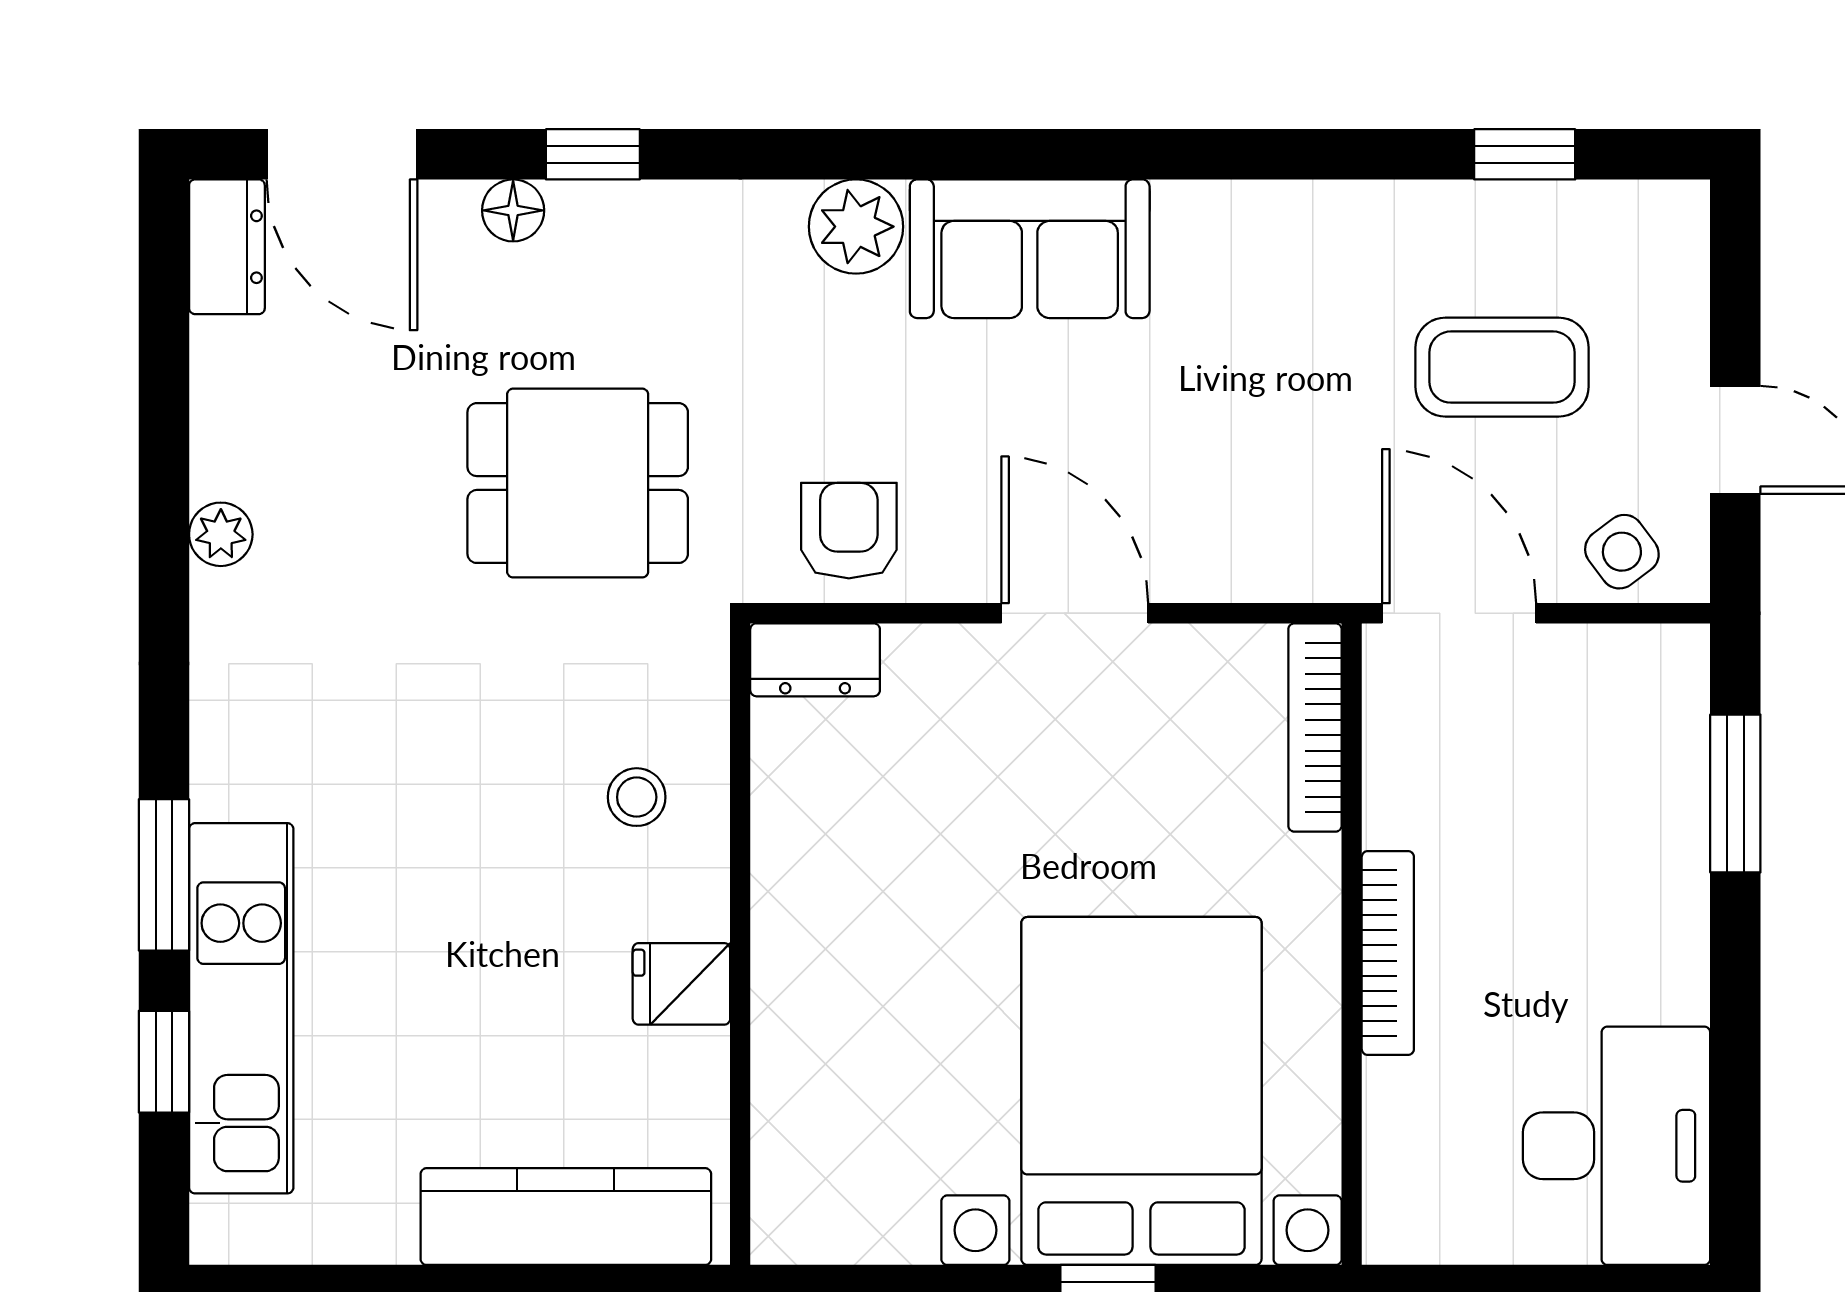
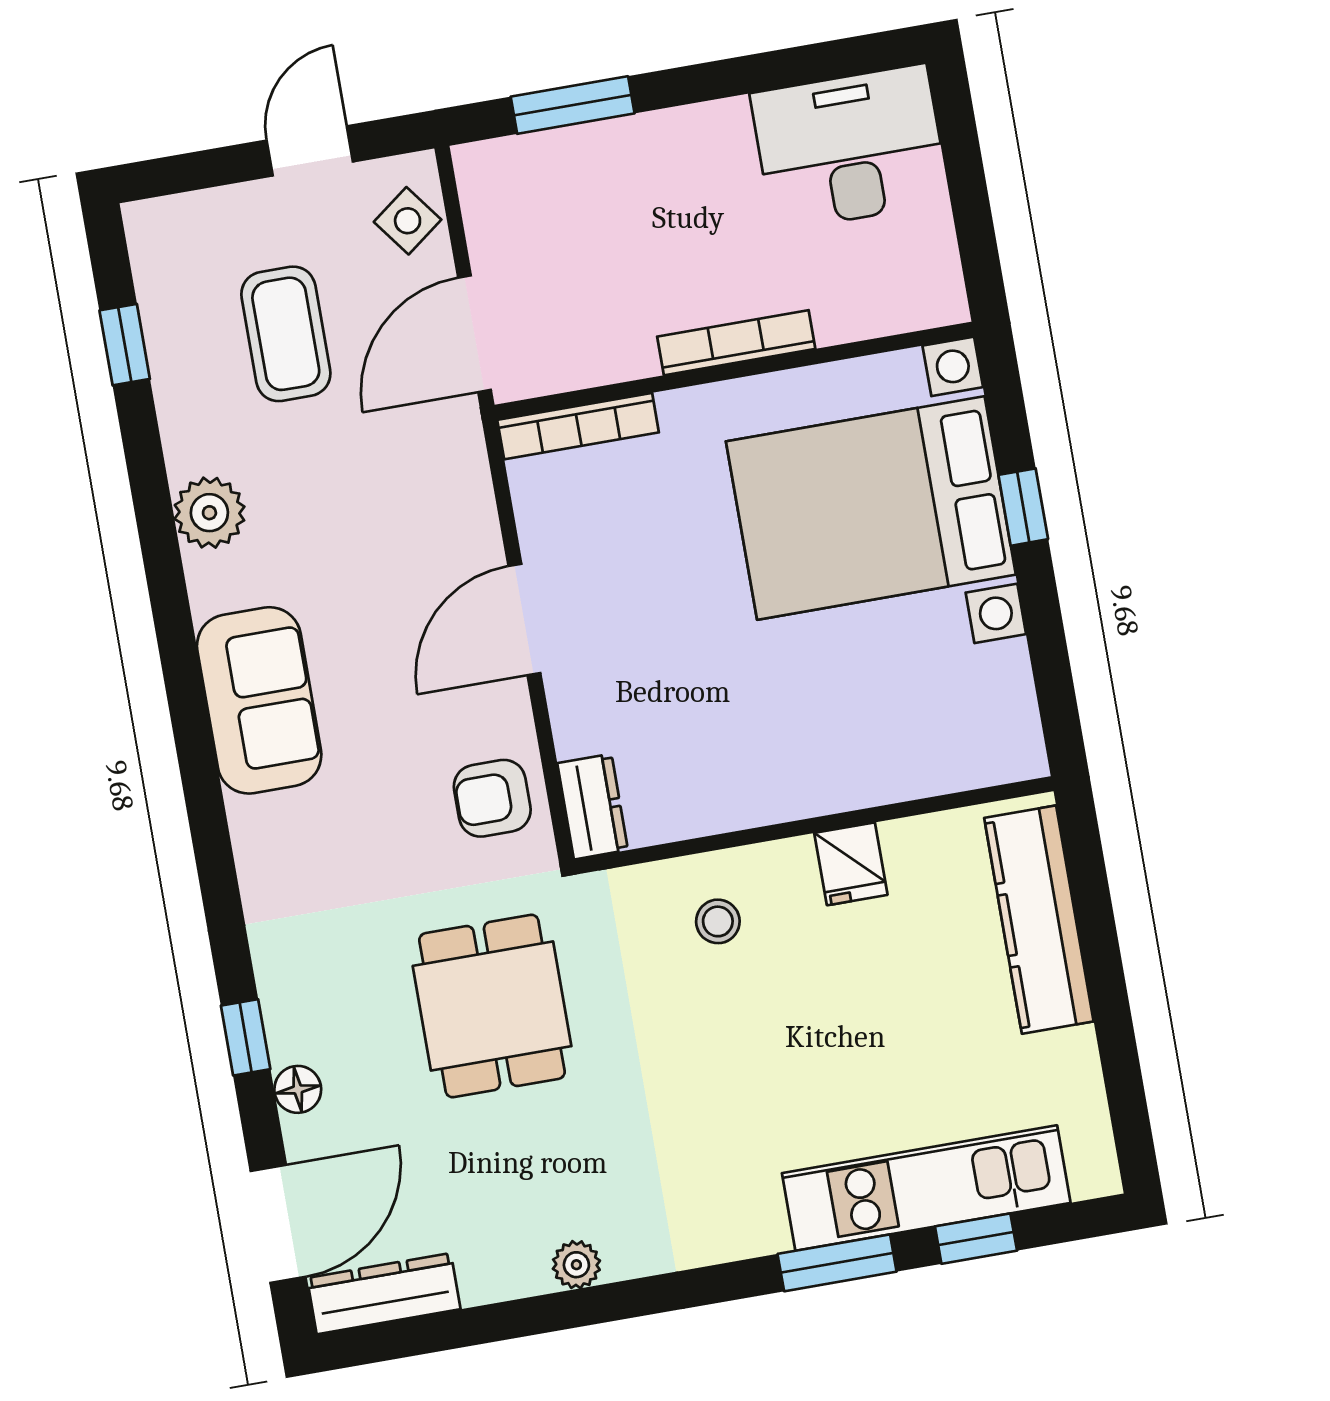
plant: (856, 227) -> (209, 513), moved
dresser: (227, 247) -> (384, 1294), width x1.44

